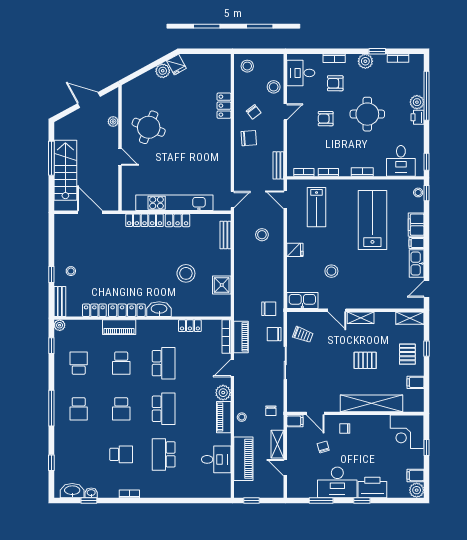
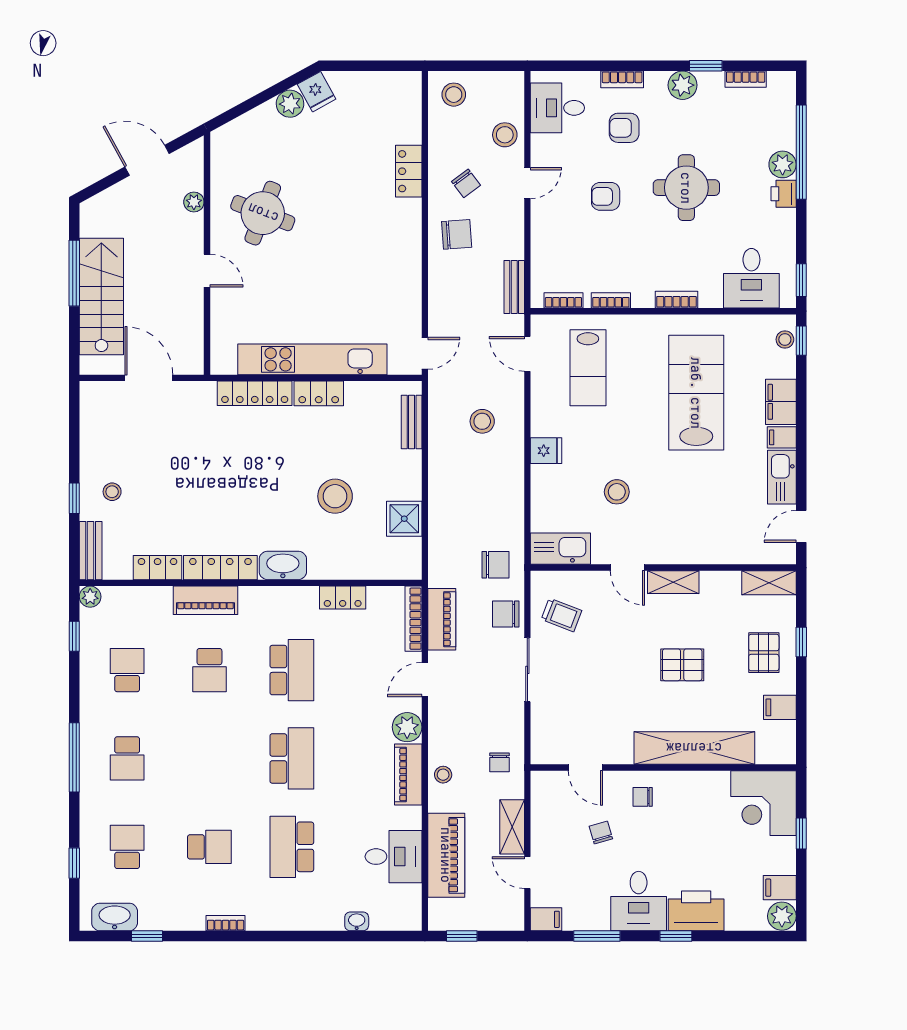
school desk: (121, 409) -> (127, 847), moved, turned 180
filing cabinet: (295, 421) -> (546, 919), moved
desk: (337, 482) -> (639, 901), width x0.73
washbasin: (91, 493) -> (357, 921), moved

